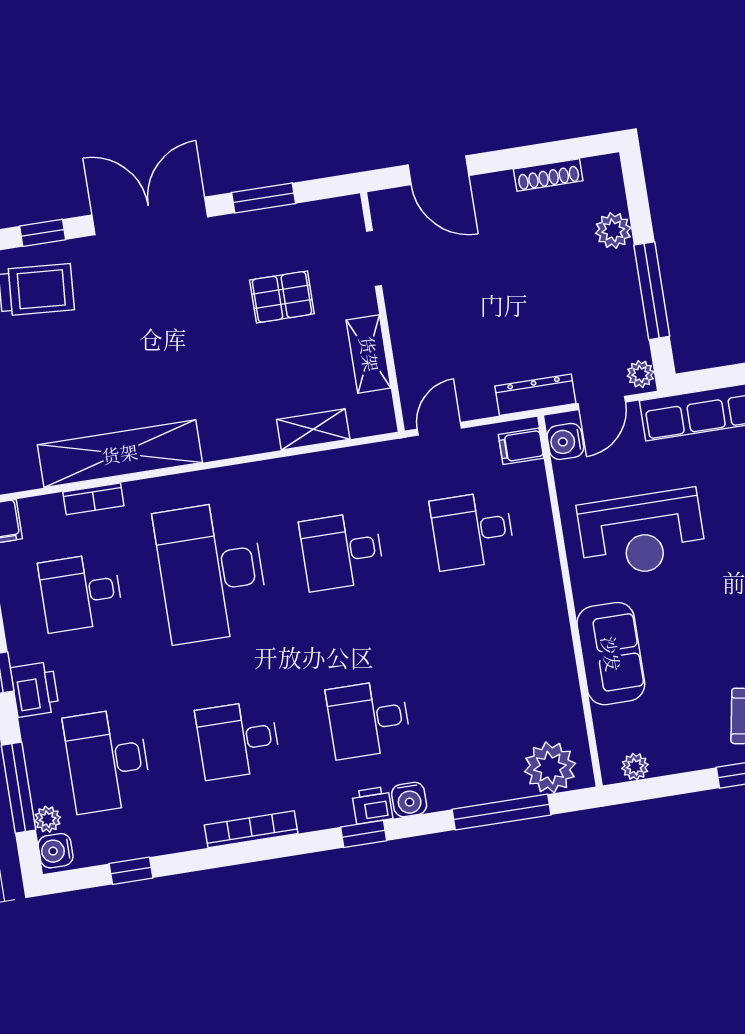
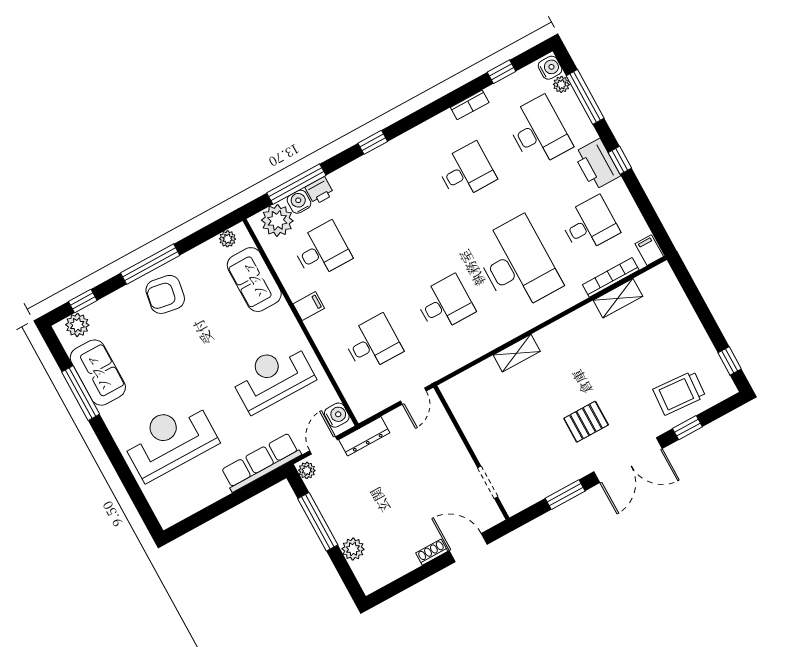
shoe rack: (548, 175) -> (432, 552), moved, width x0.70
pallet: (282, 297) -> (586, 422), moved
shelving: (369, 354) -> (471, 425), removed
shelving: (313, 429) -> (517, 353), moved
filing cabinet: (521, 446) -> (309, 306), moved
shelving: (120, 454) -> (618, 298), width x0.45, depth x0.75
bookcase: (93, 499) -> (611, 277), width x1.56
sofa: (611, 654) -> (254, 280), moved
printer: (35, 689) -> (597, 164), width x1.37, depth x1.19
desk: (369, 719) -> (322, 250), moved
water cooler: (409, 800) -> (299, 202), moved
printer: (372, 805) -> (319, 191), moved
bookcase: (251, 829) -> (470, 105), moved, width x0.64

